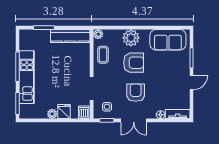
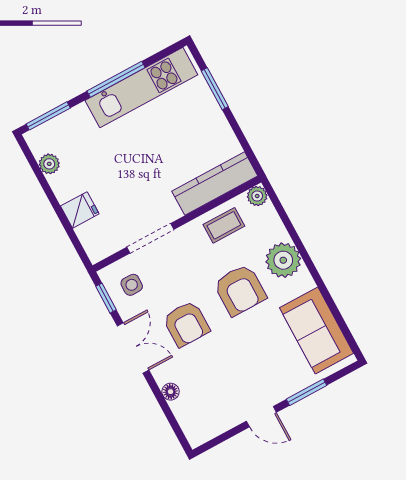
kitchen counter: (70, 36) -> (215, 184), moved, turned 90
kitchen unit: (27, 77) -> (141, 88), moved
armchair: (136, 93) -> (186, 324), turned 90
dishwasher: (84, 112) -> (98, 247), removed
plant: (52, 114) -> (49, 164), moved
tv unit: (178, 114) -> (189, 423), removed
double door: (134, 120) -> (133, 348), swing flipped

